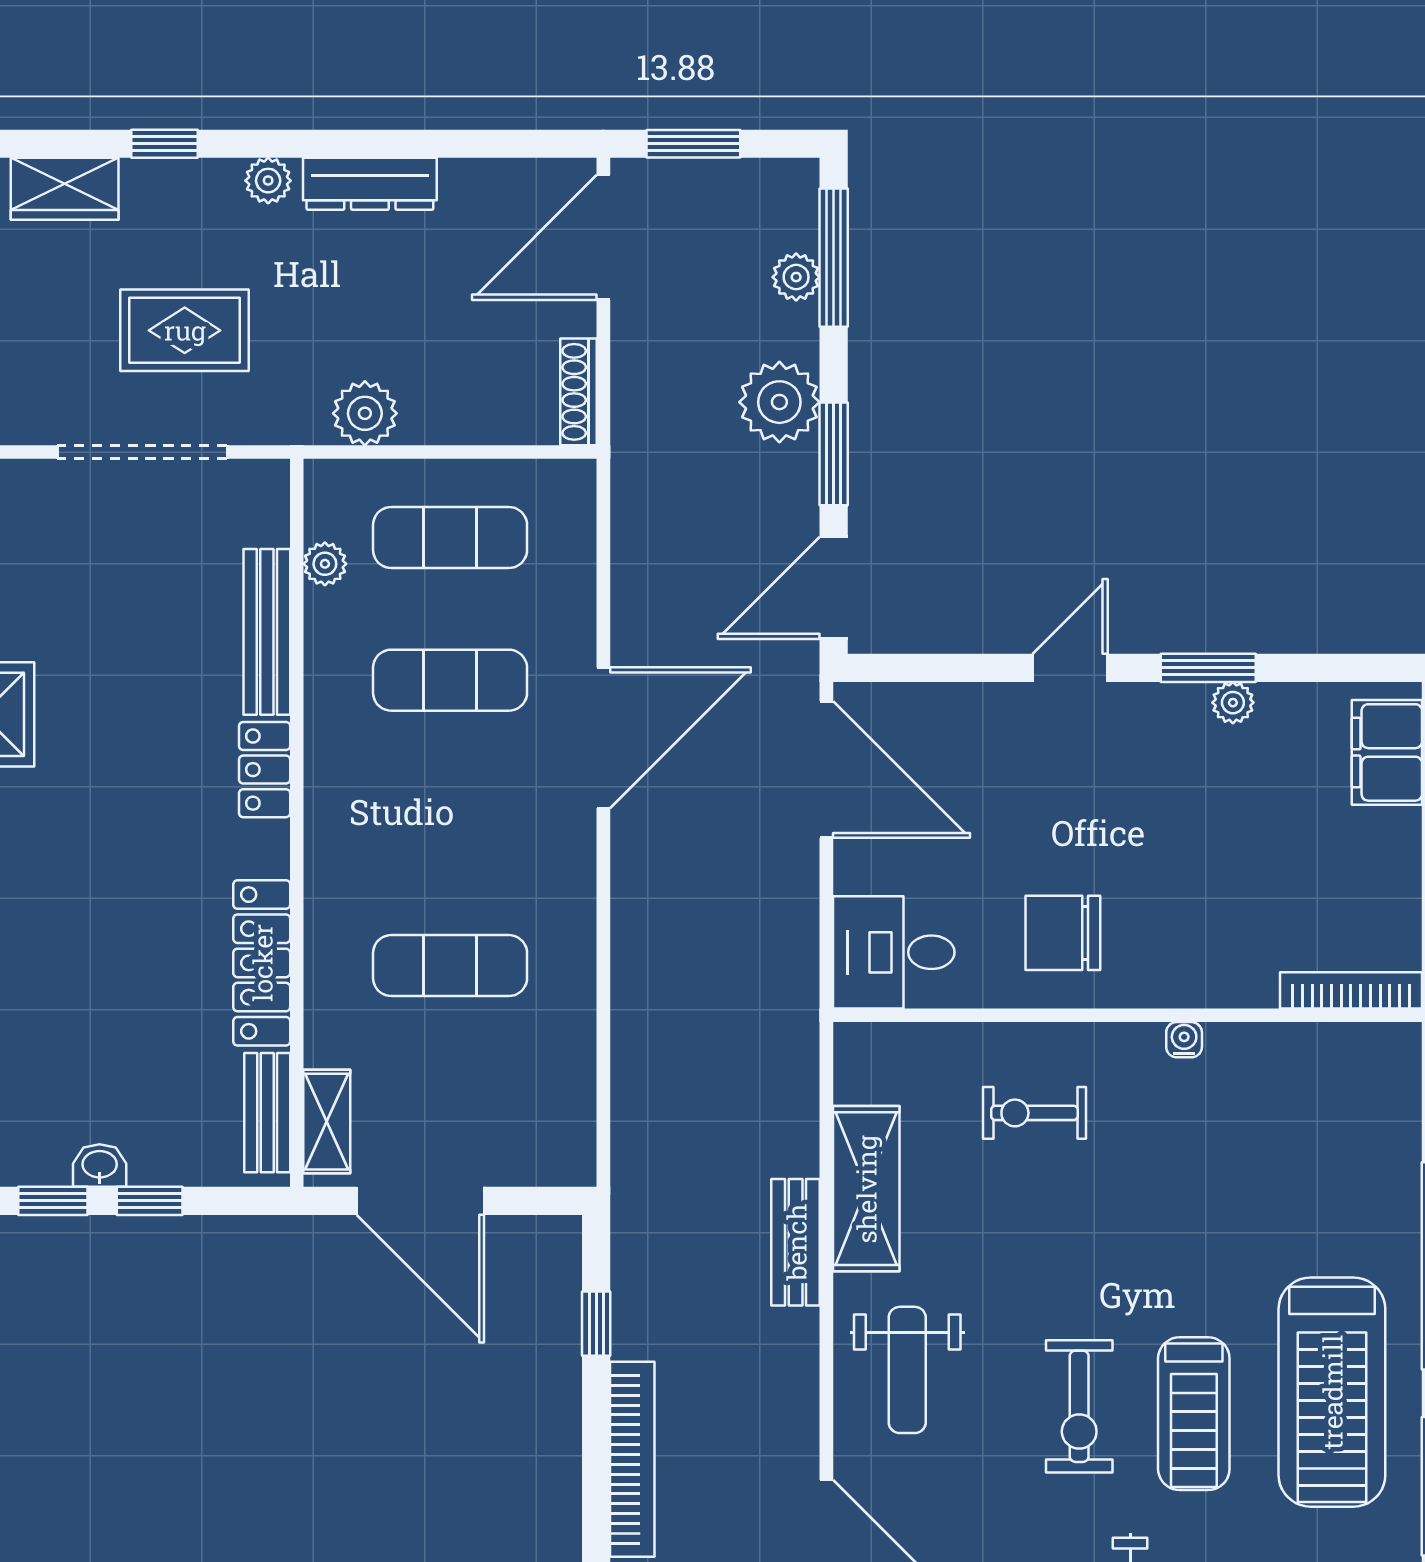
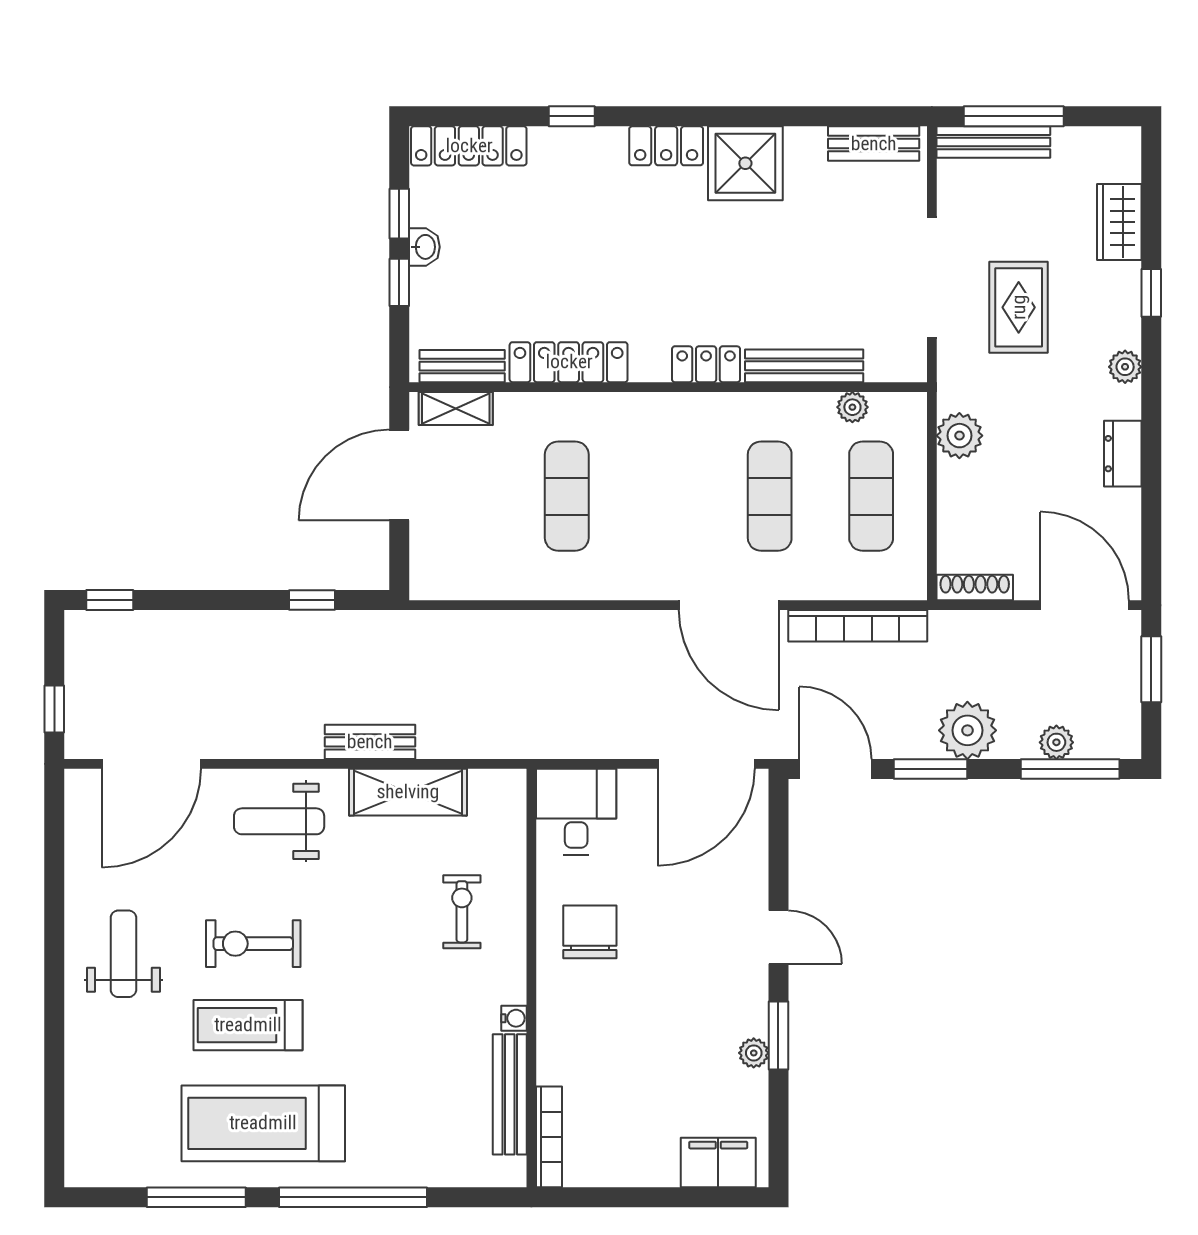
dresser: (370, 184) -> (1123, 454), width x0.70
bench: (1291, 1046) -> (510, 1094), added
bookcase: (632, 1459) -> (858, 626), moved

